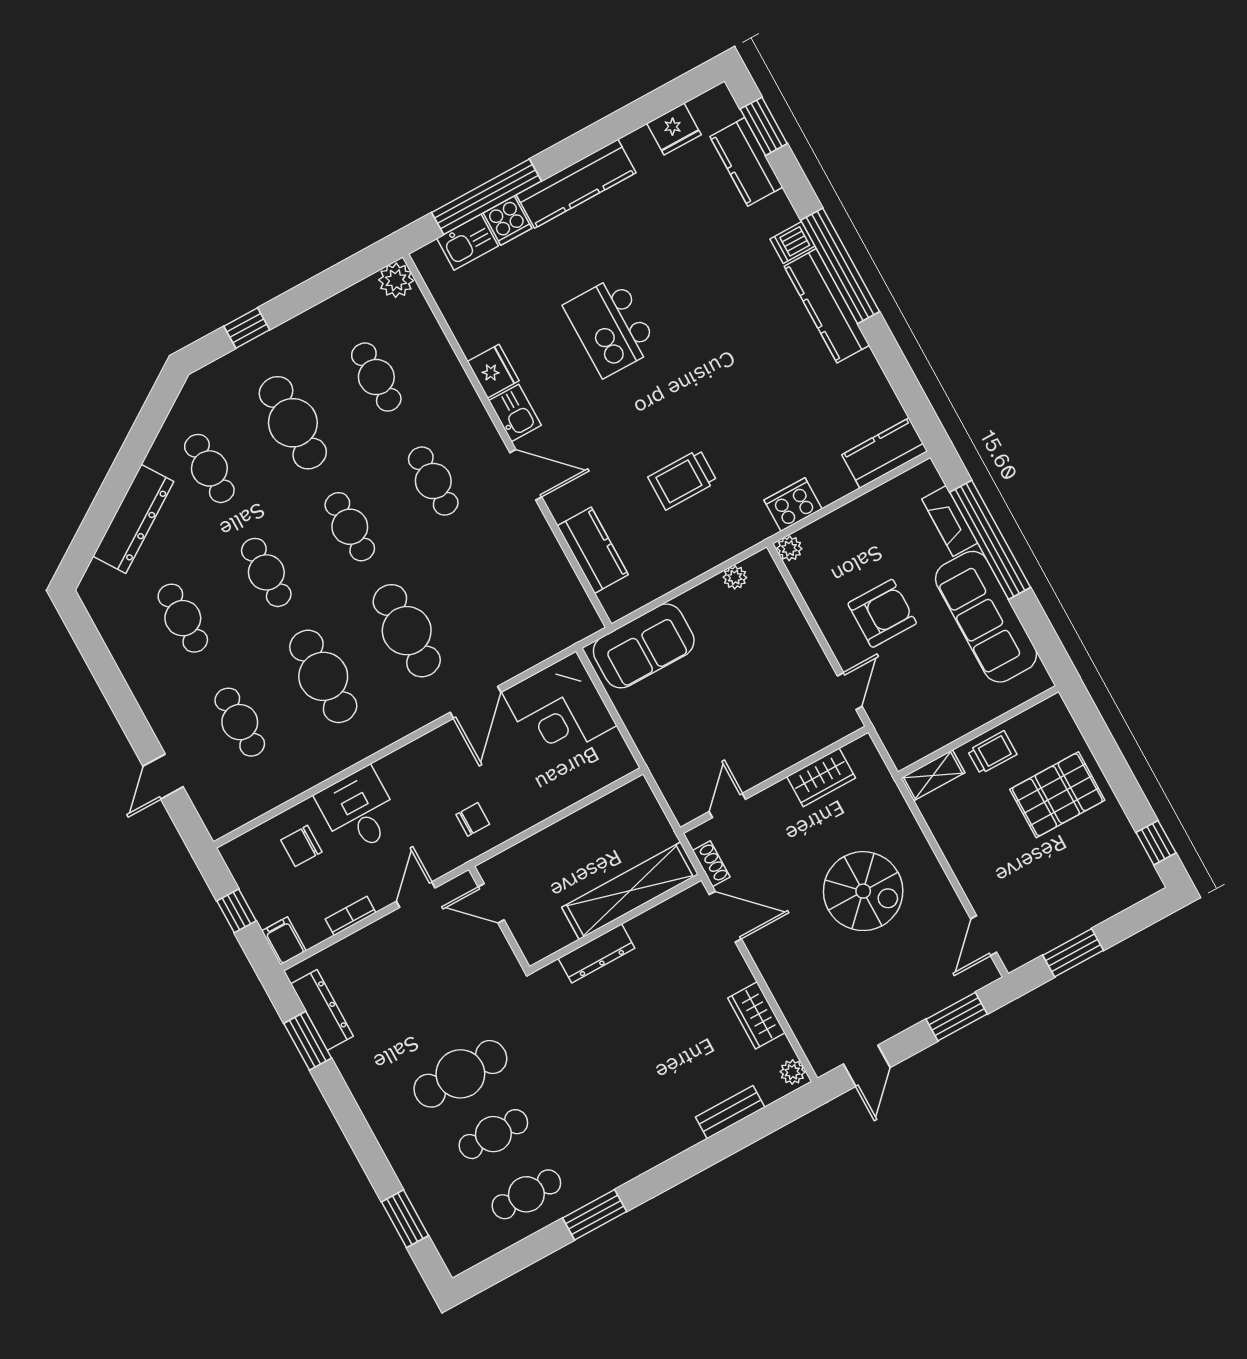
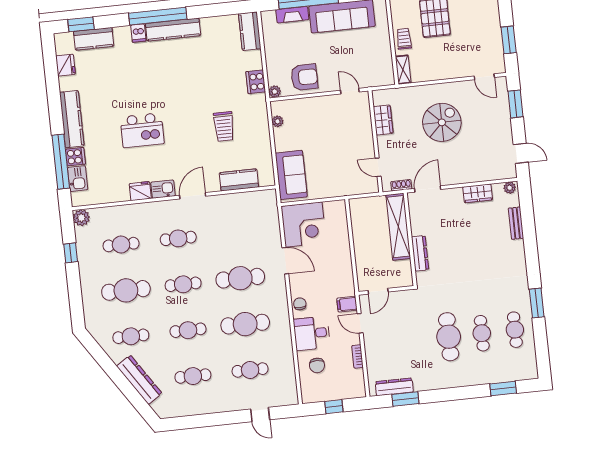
window: (247, 328) -> (71, 253), moved
armchair: (882, 613) -> (304, 77), moved, turned 90
chair: (473, 819) -> (300, 304), moved
filing cabinet: (284, 941) -> (347, 304), moved

